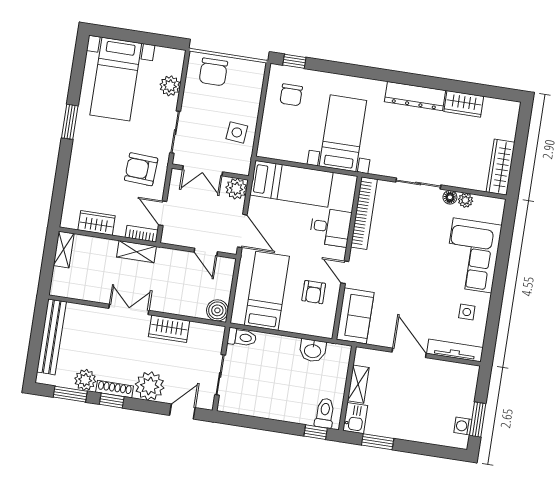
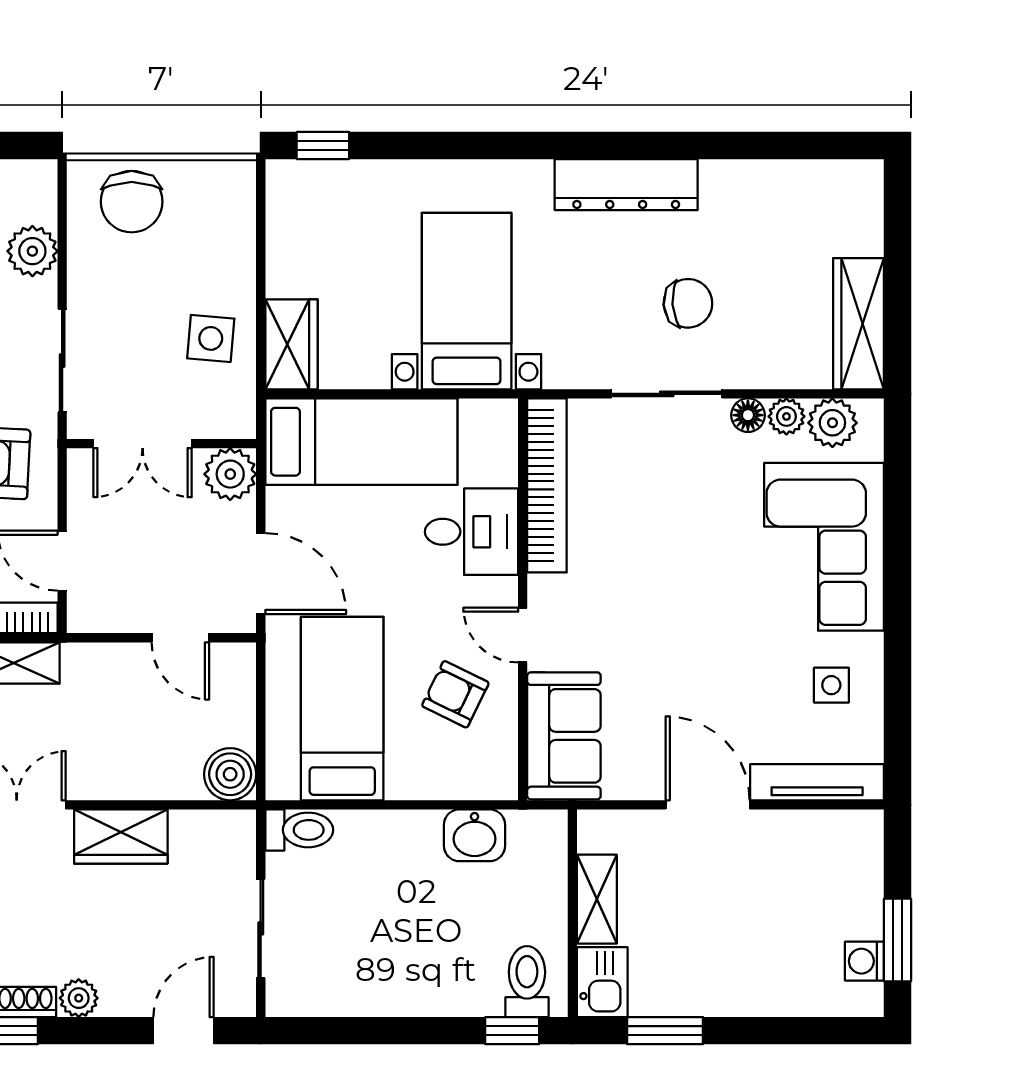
chair: (291, 95) -> (688, 303), moved, turned -94
wardrobe: (464, 104) -> (291, 344), moved, turned -90
plant: (484, 206) -> (832, 423), added
armchair: (314, 292) -> (455, 694), turned 116
plant: (150, 386) -> (79, 998), width x0.53, depth x0.53

